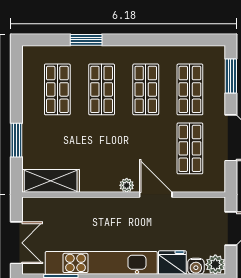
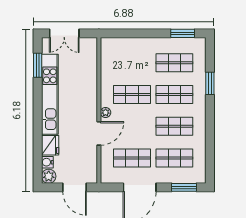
window: (16, 140) -> (183, 33), moved
shop shelf: (102, 148) -> (132, 94), added
shelving: (51, 181) -> (109, 58), removed

